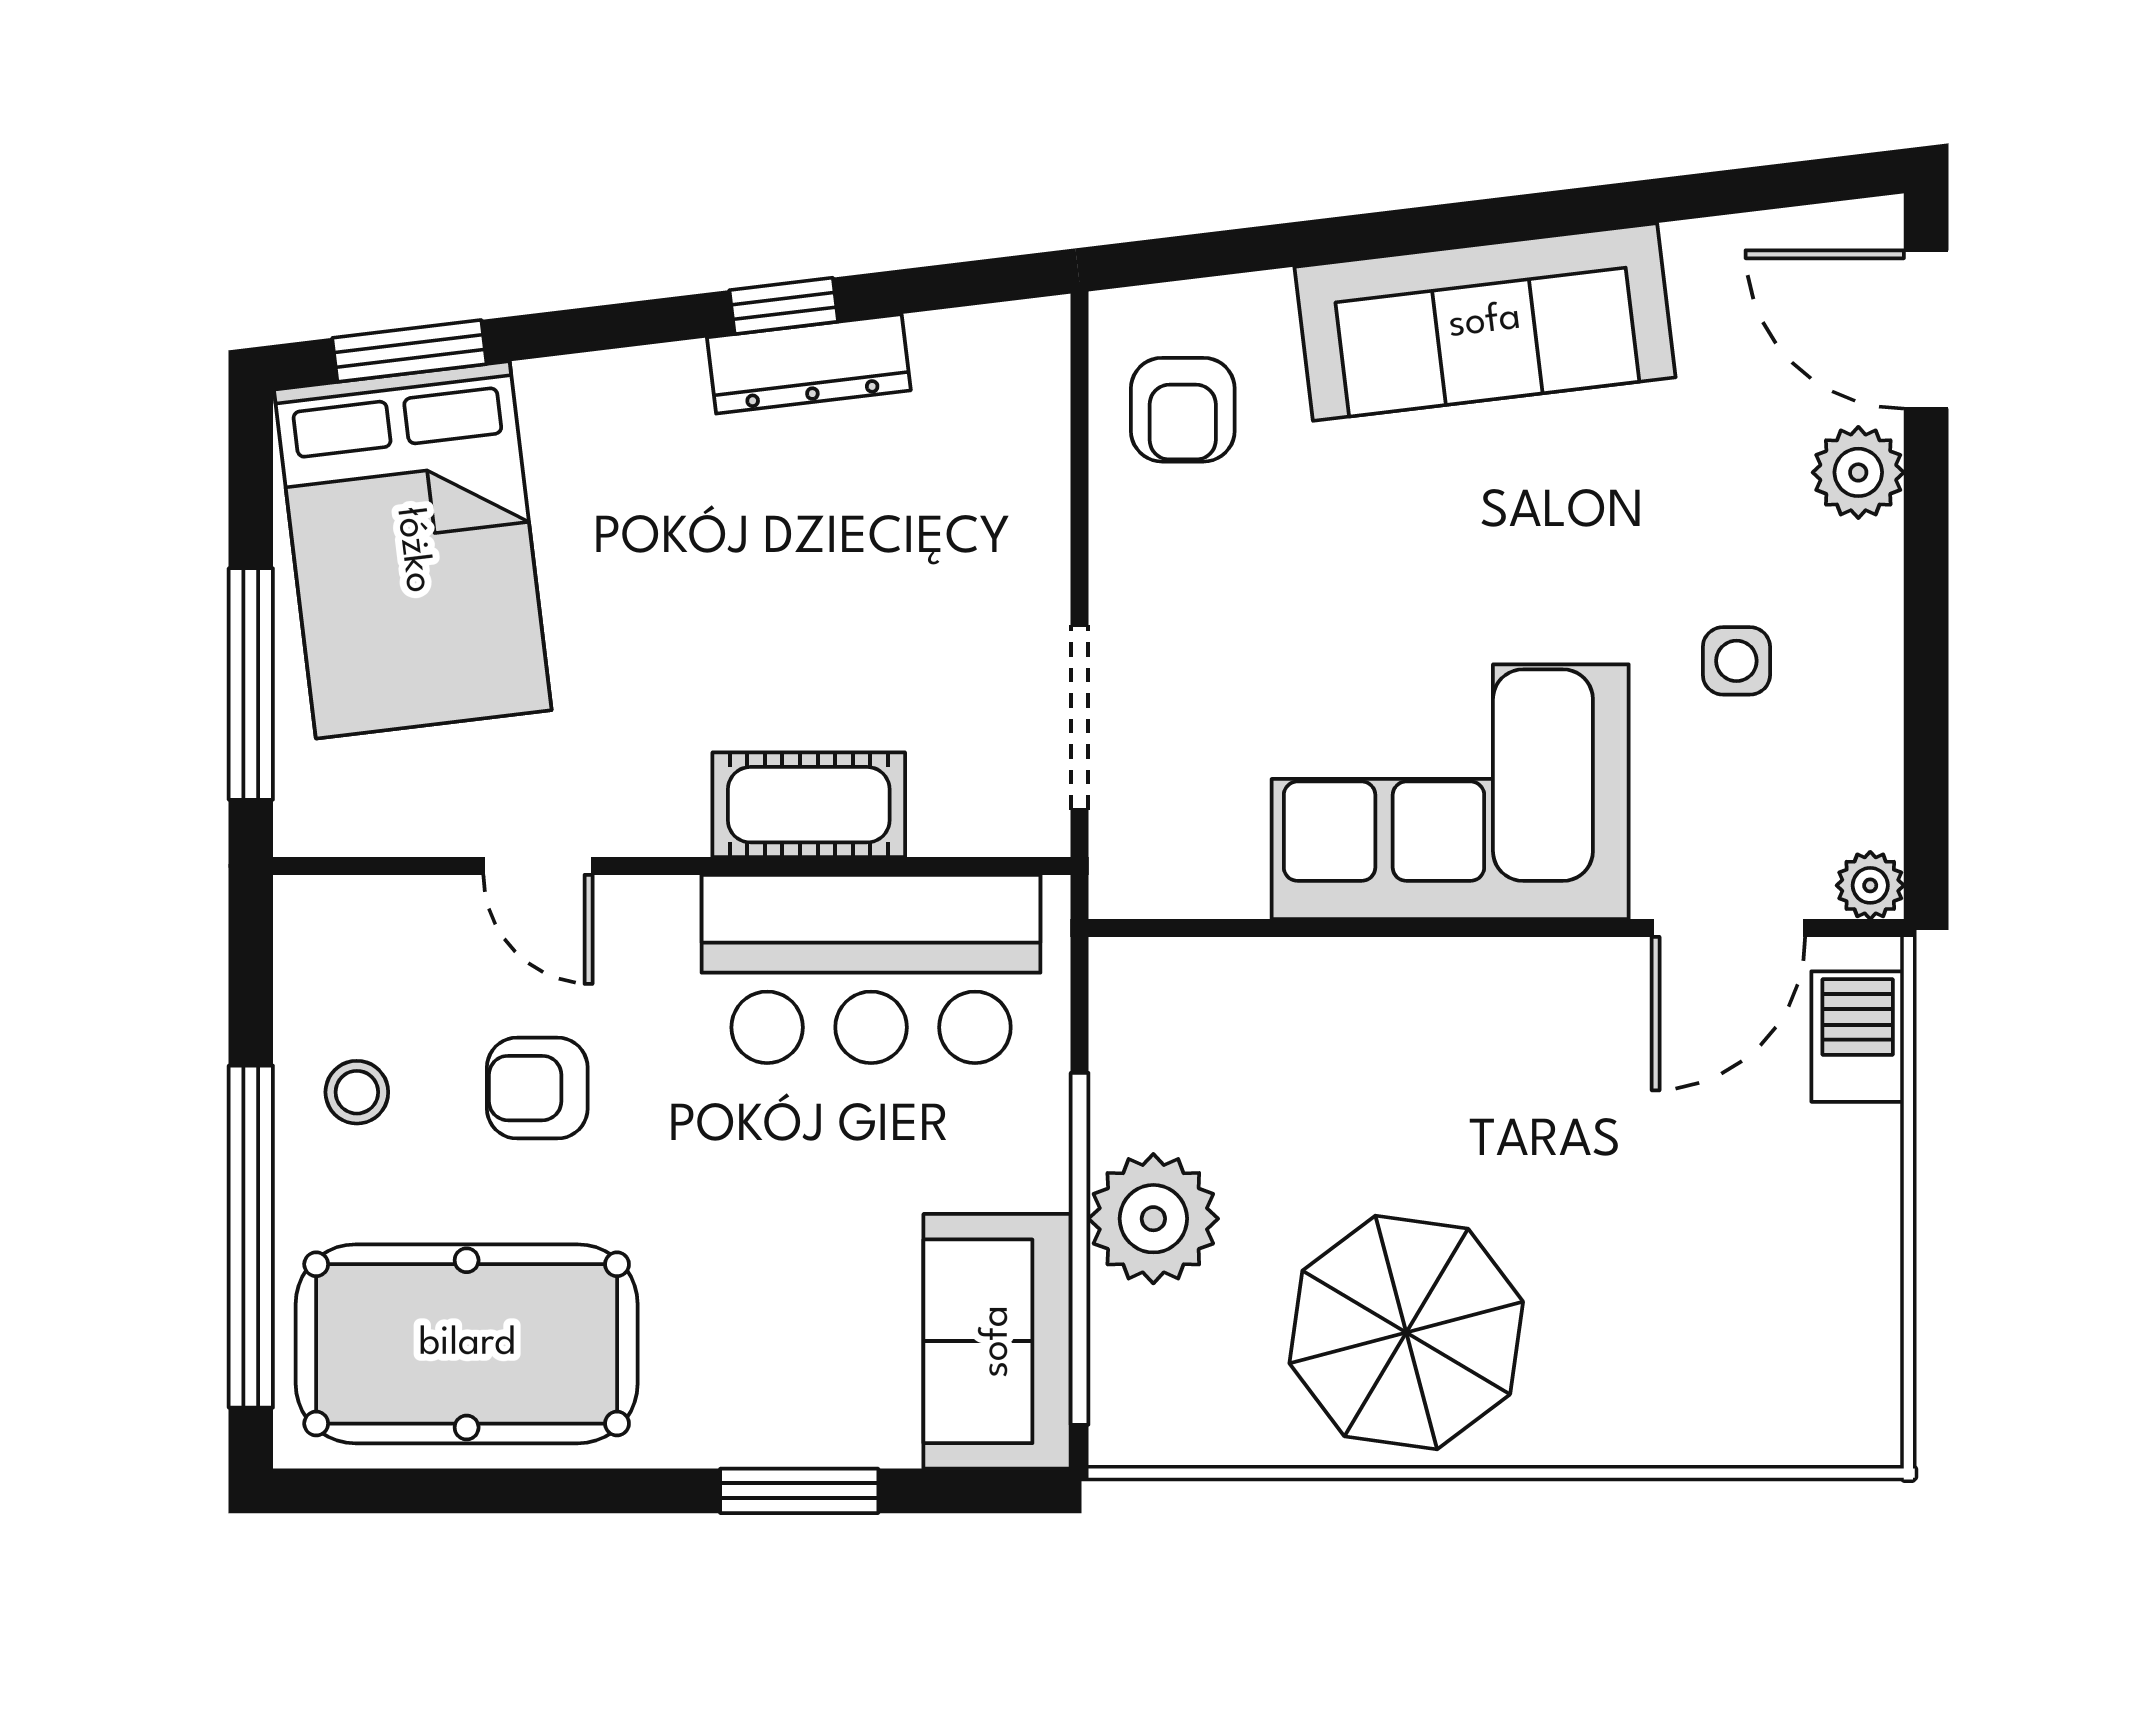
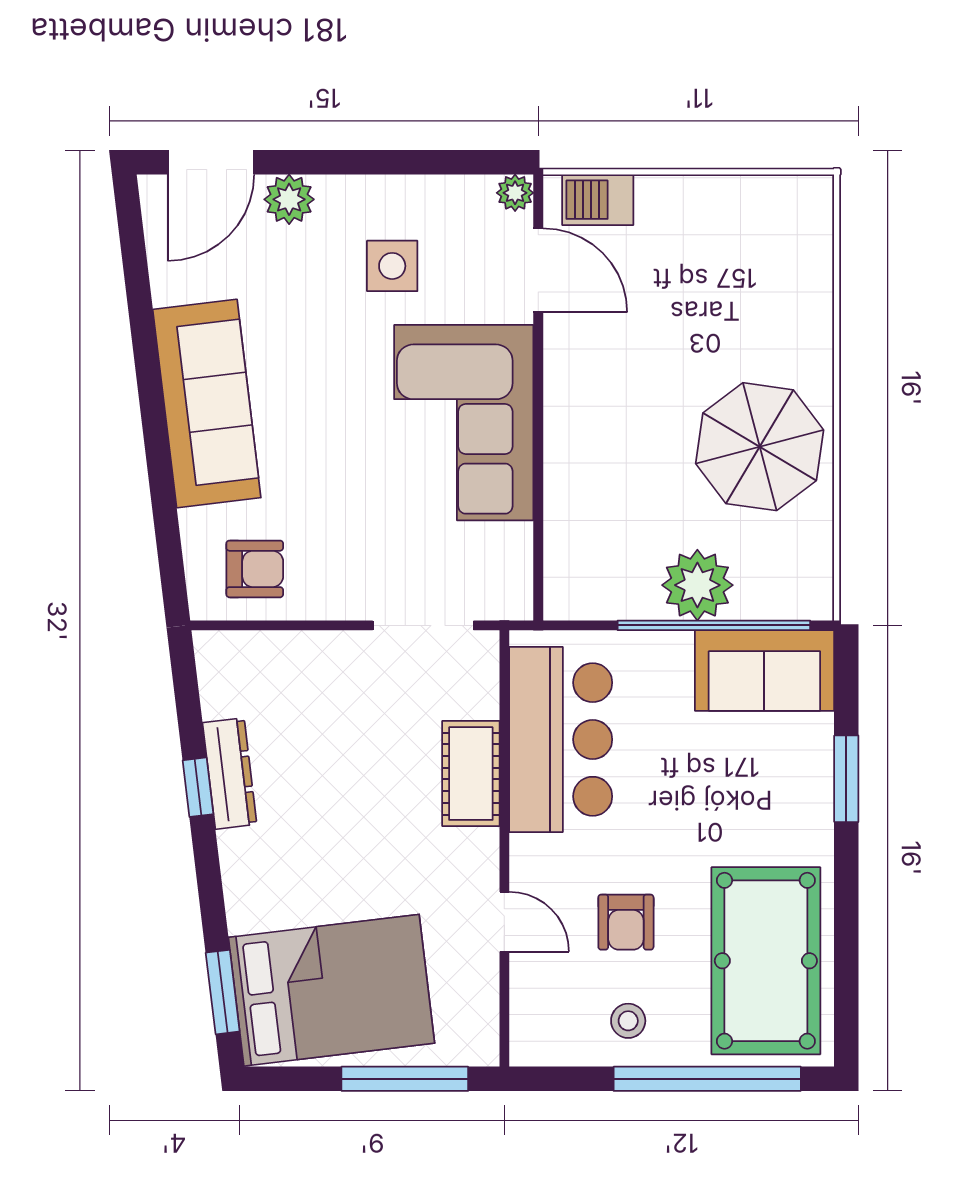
side table: (1736, 661) -> (392, 266), width x1.37, depth x1.37
door: (538, 866) -> (504, 922), hinge flipped

